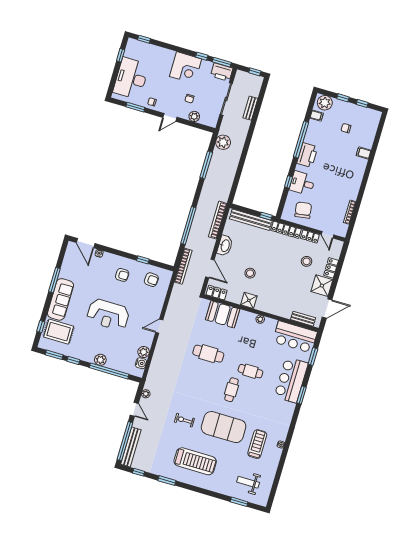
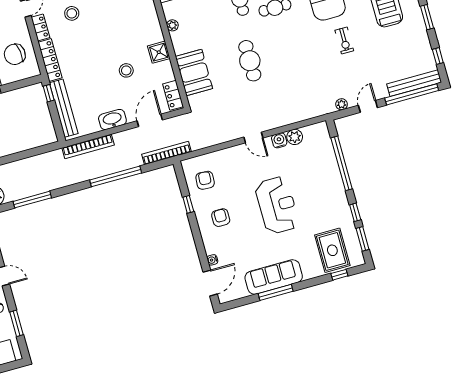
sofa: (60, 299) -> (274, 277), moved
plant: (100, 360) -> (335, 182), removed
water cooler: (141, 363) -> (279, 140), moved

